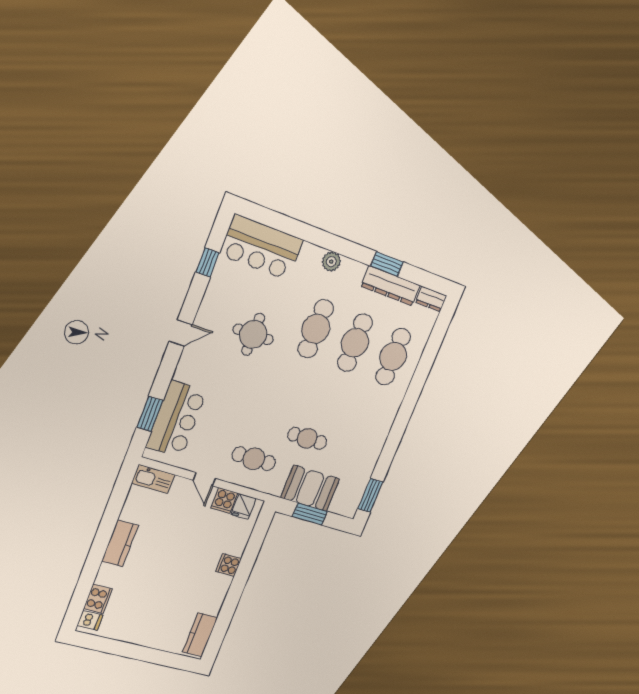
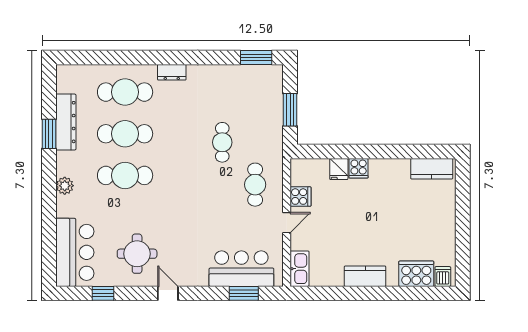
dresser: (431, 299) -> (172, 72), moved, turned 90
round table: (253, 334) -> (137, 254), moved
booth: (310, 488) -> (266, 120), removed
fridge: (244, 506) -> (339, 169), moved, turned 90
cooker: (98, 599) -> (416, 274), width x1.37, depth x1.31

